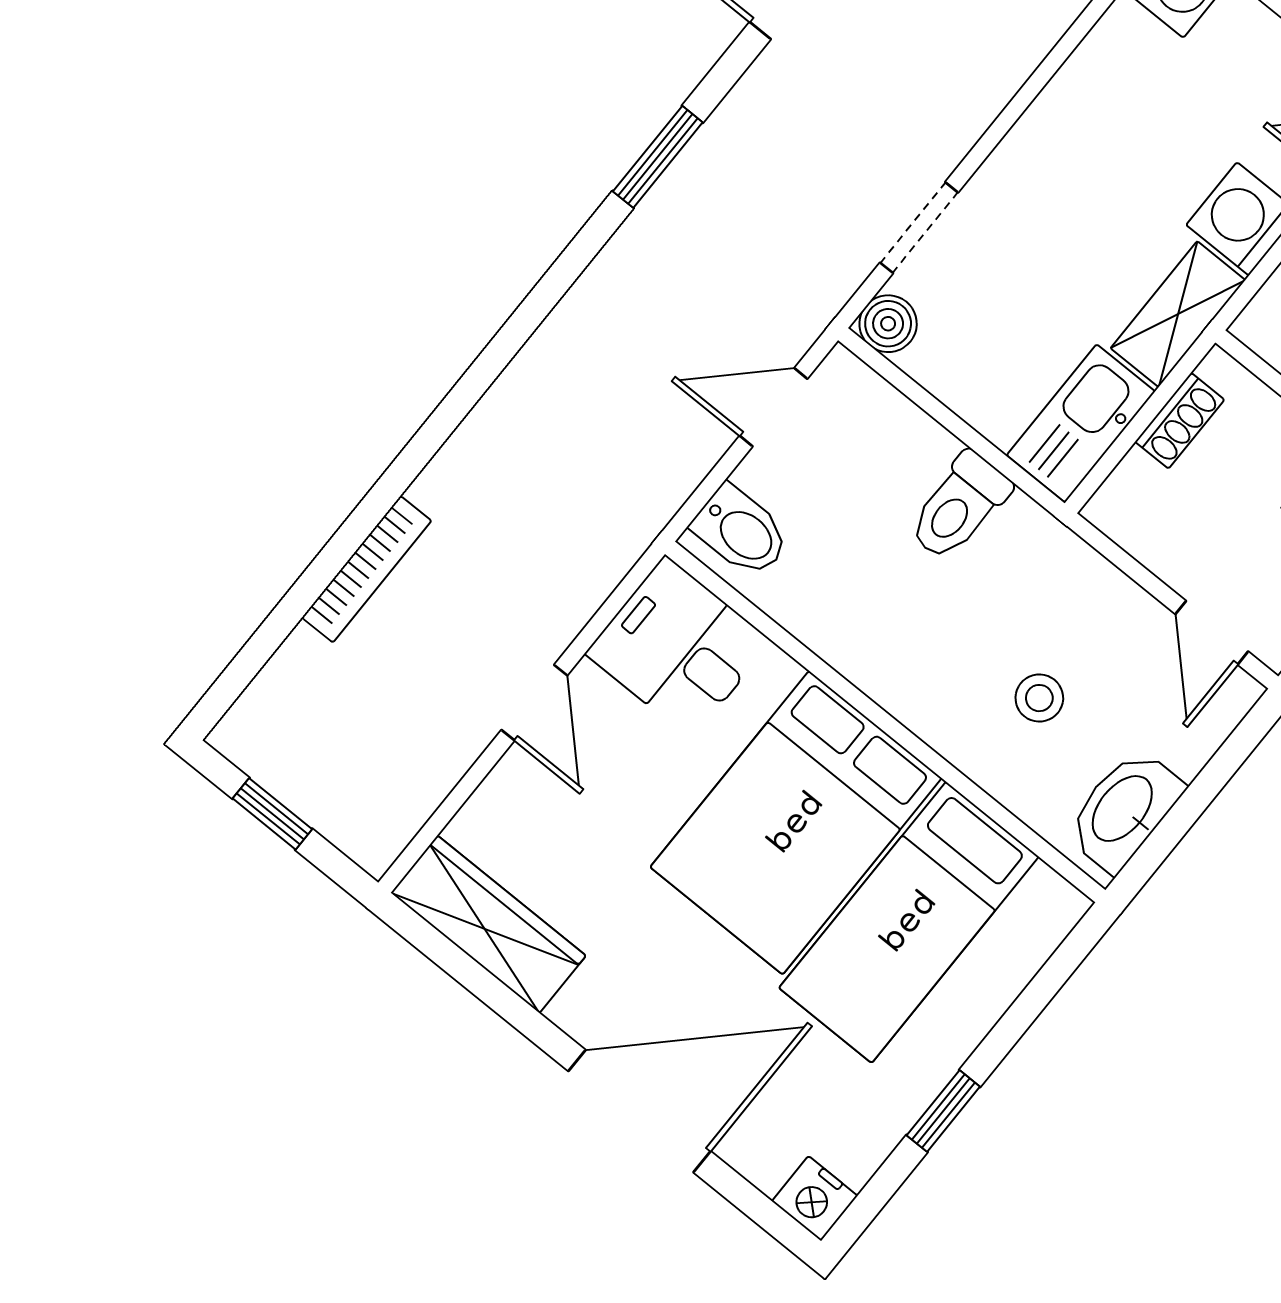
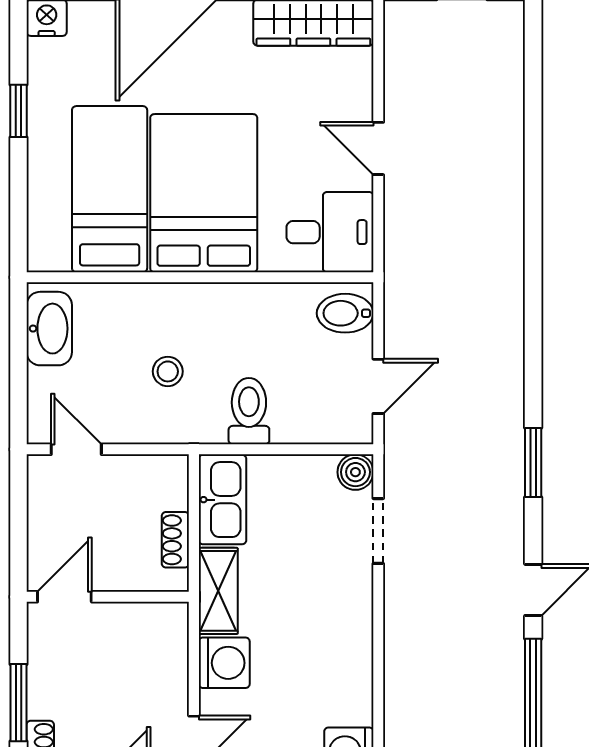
bookcase: (367, 569) -> (512, 147), removed
stool: (1039, 698) -> (168, 371), moved

